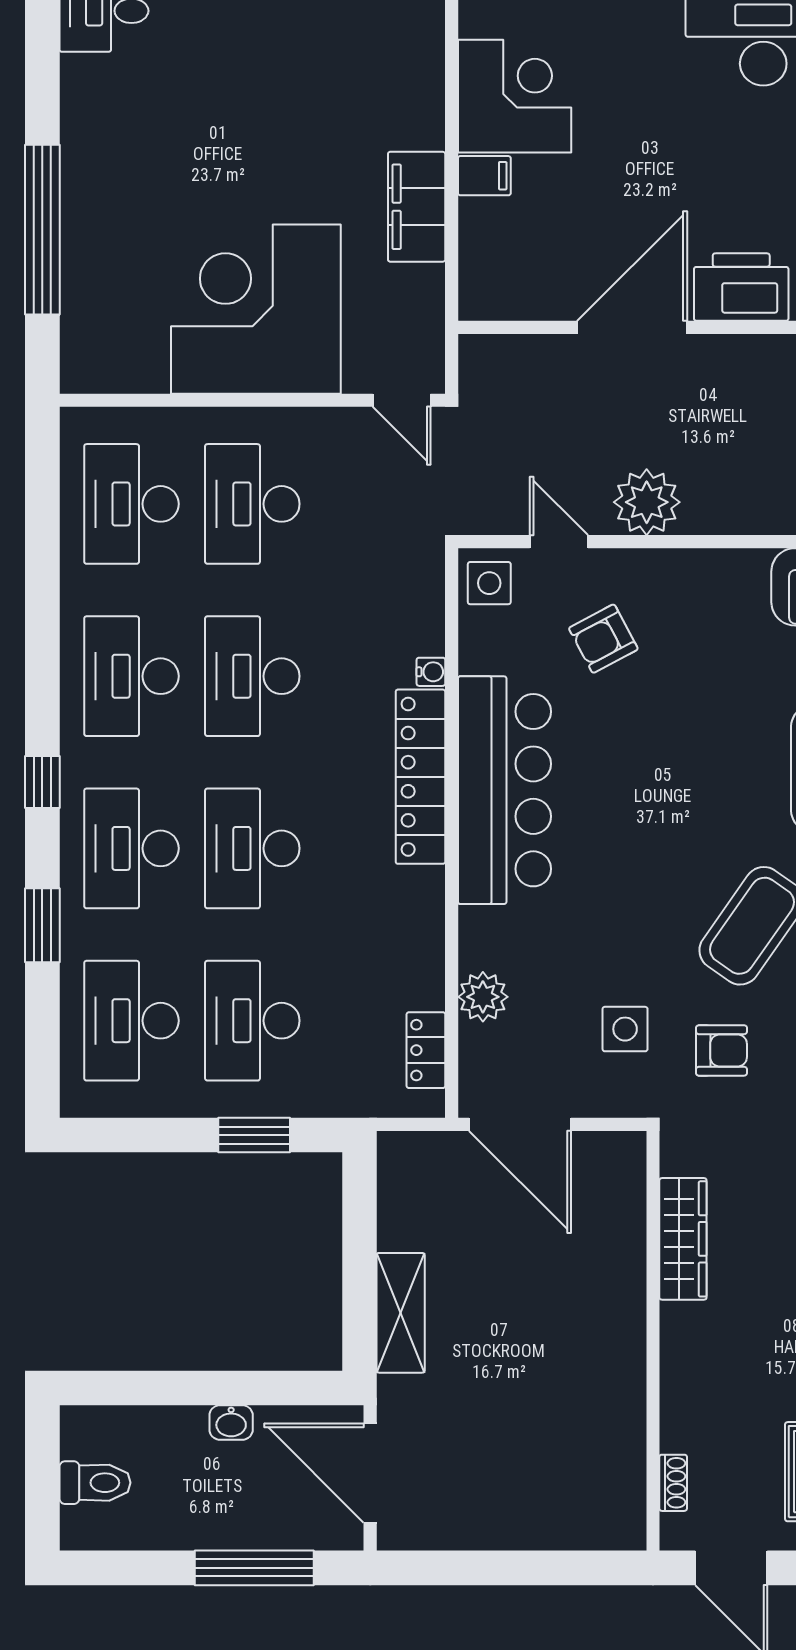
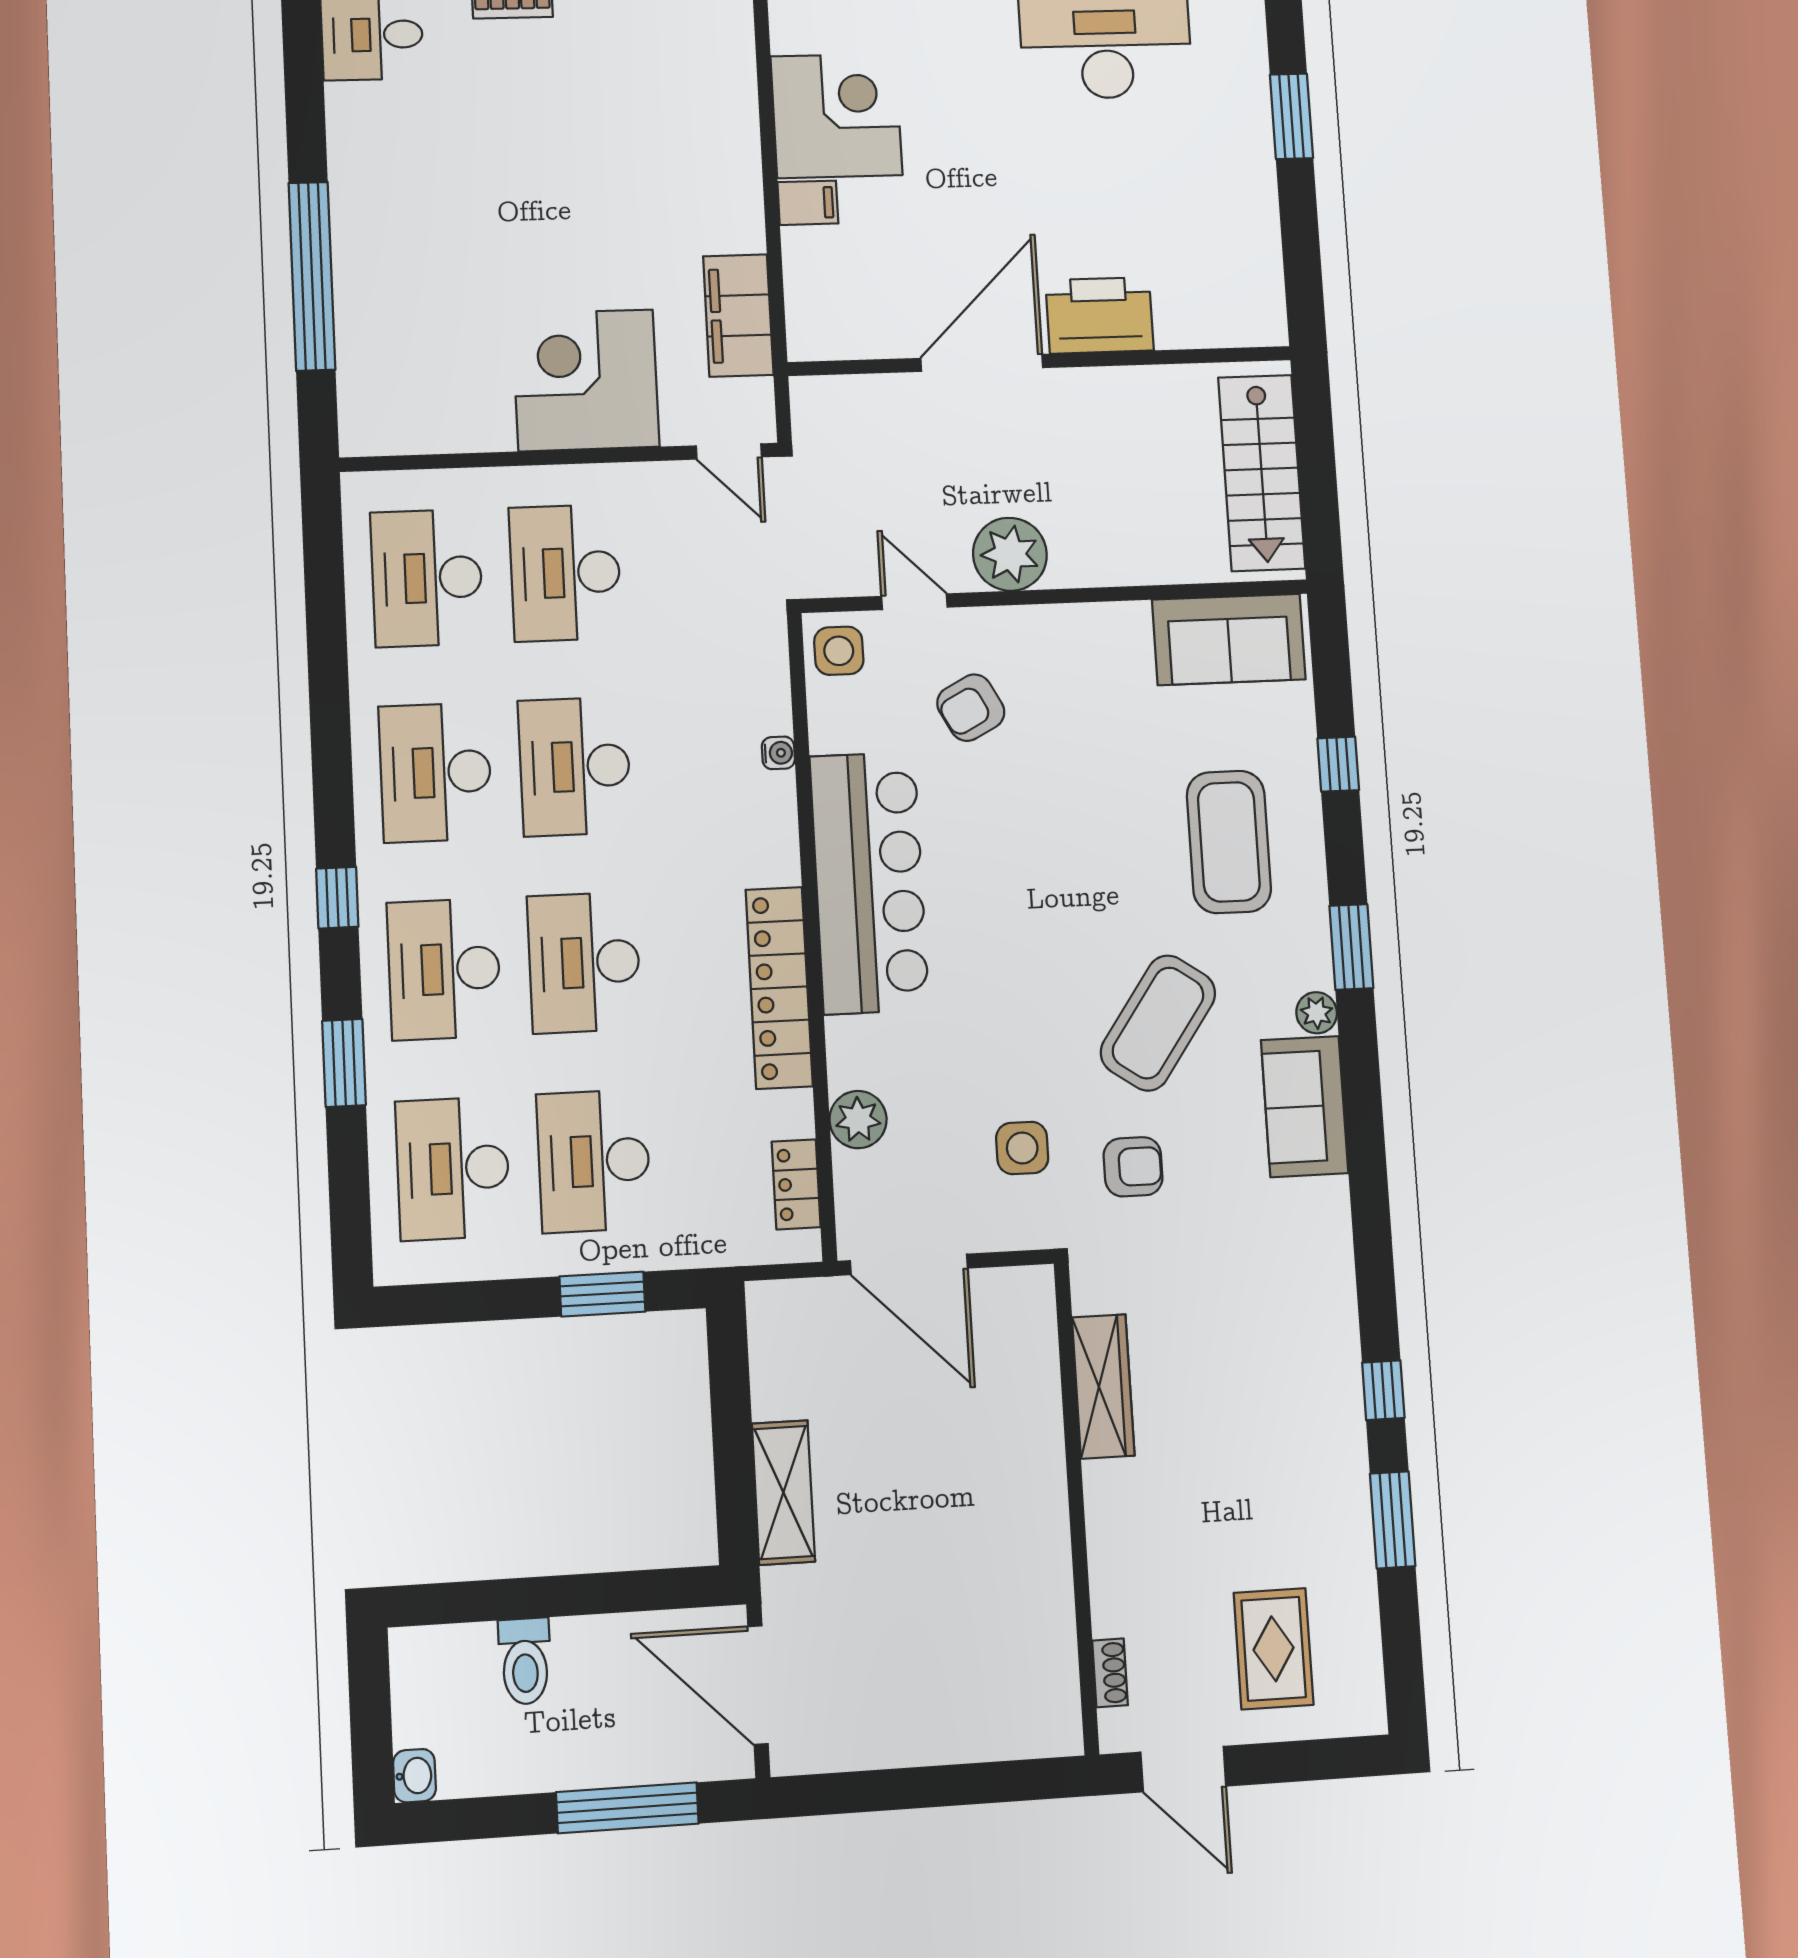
filing cabinet: (417, 207) -> (738, 316), moved
corner desk: (256, 309) -> (586, 380), width x0.74, depth x0.74
locker: (420, 777) -> (779, 988), moved
washbasin: (231, 1422) -> (414, 1776), moved, turned -90
toilet: (95, 1483) -> (525, 1661), moved, turned 90

